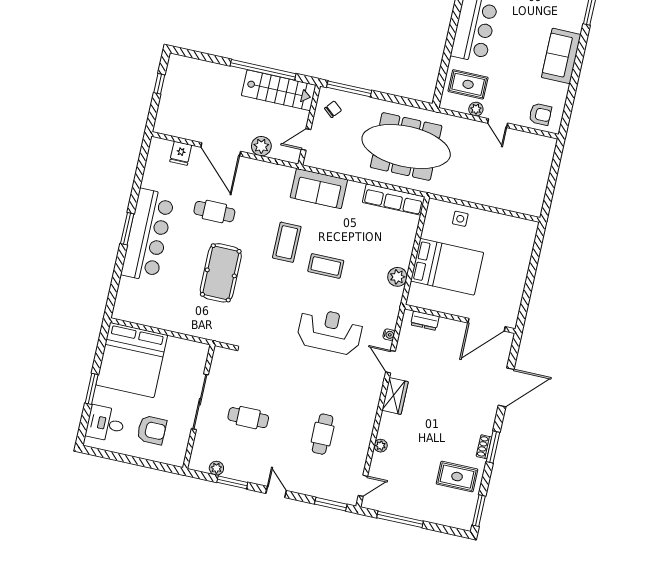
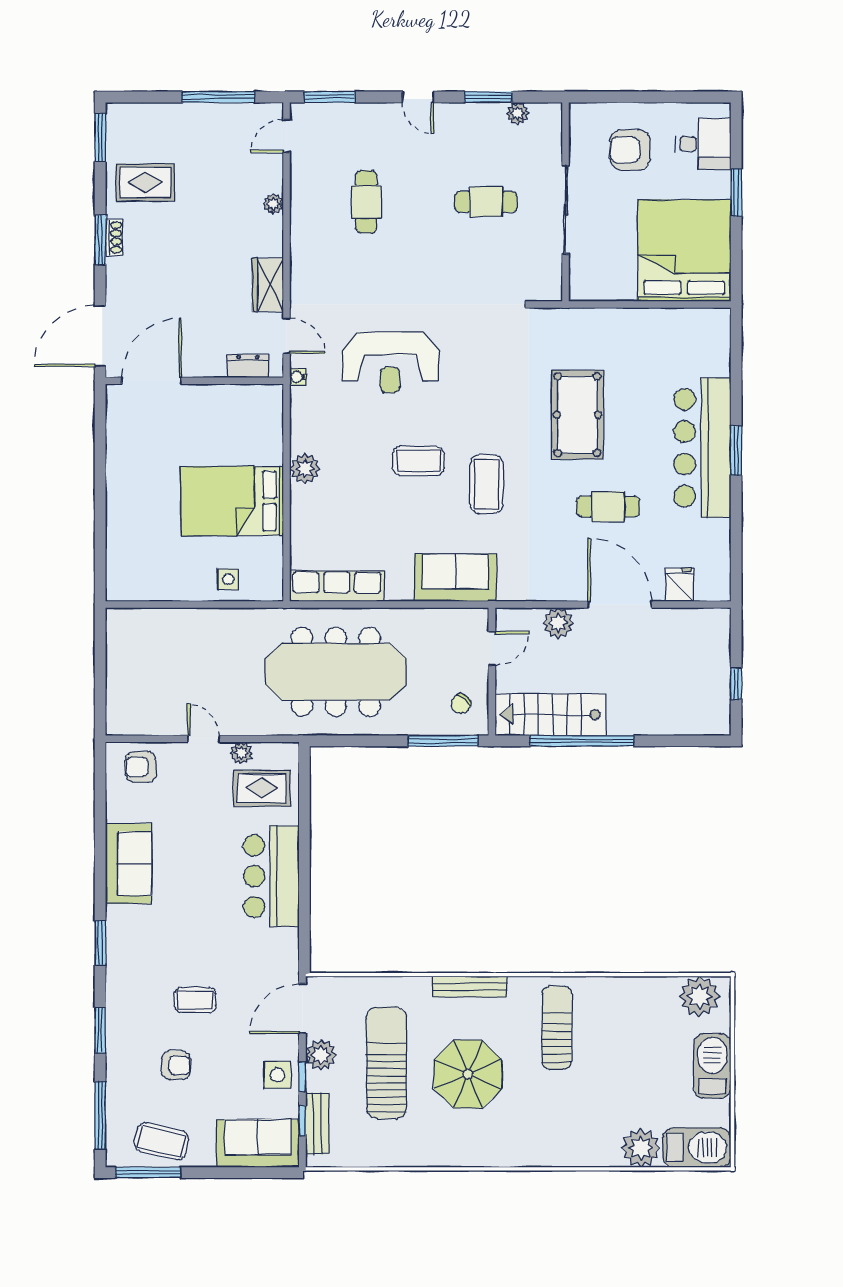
wall: (460, 319) -> (194, 381), moved
dresser: (425, 321) -> (248, 366), moved
door: (487, 325) -> (152, 381), moved

